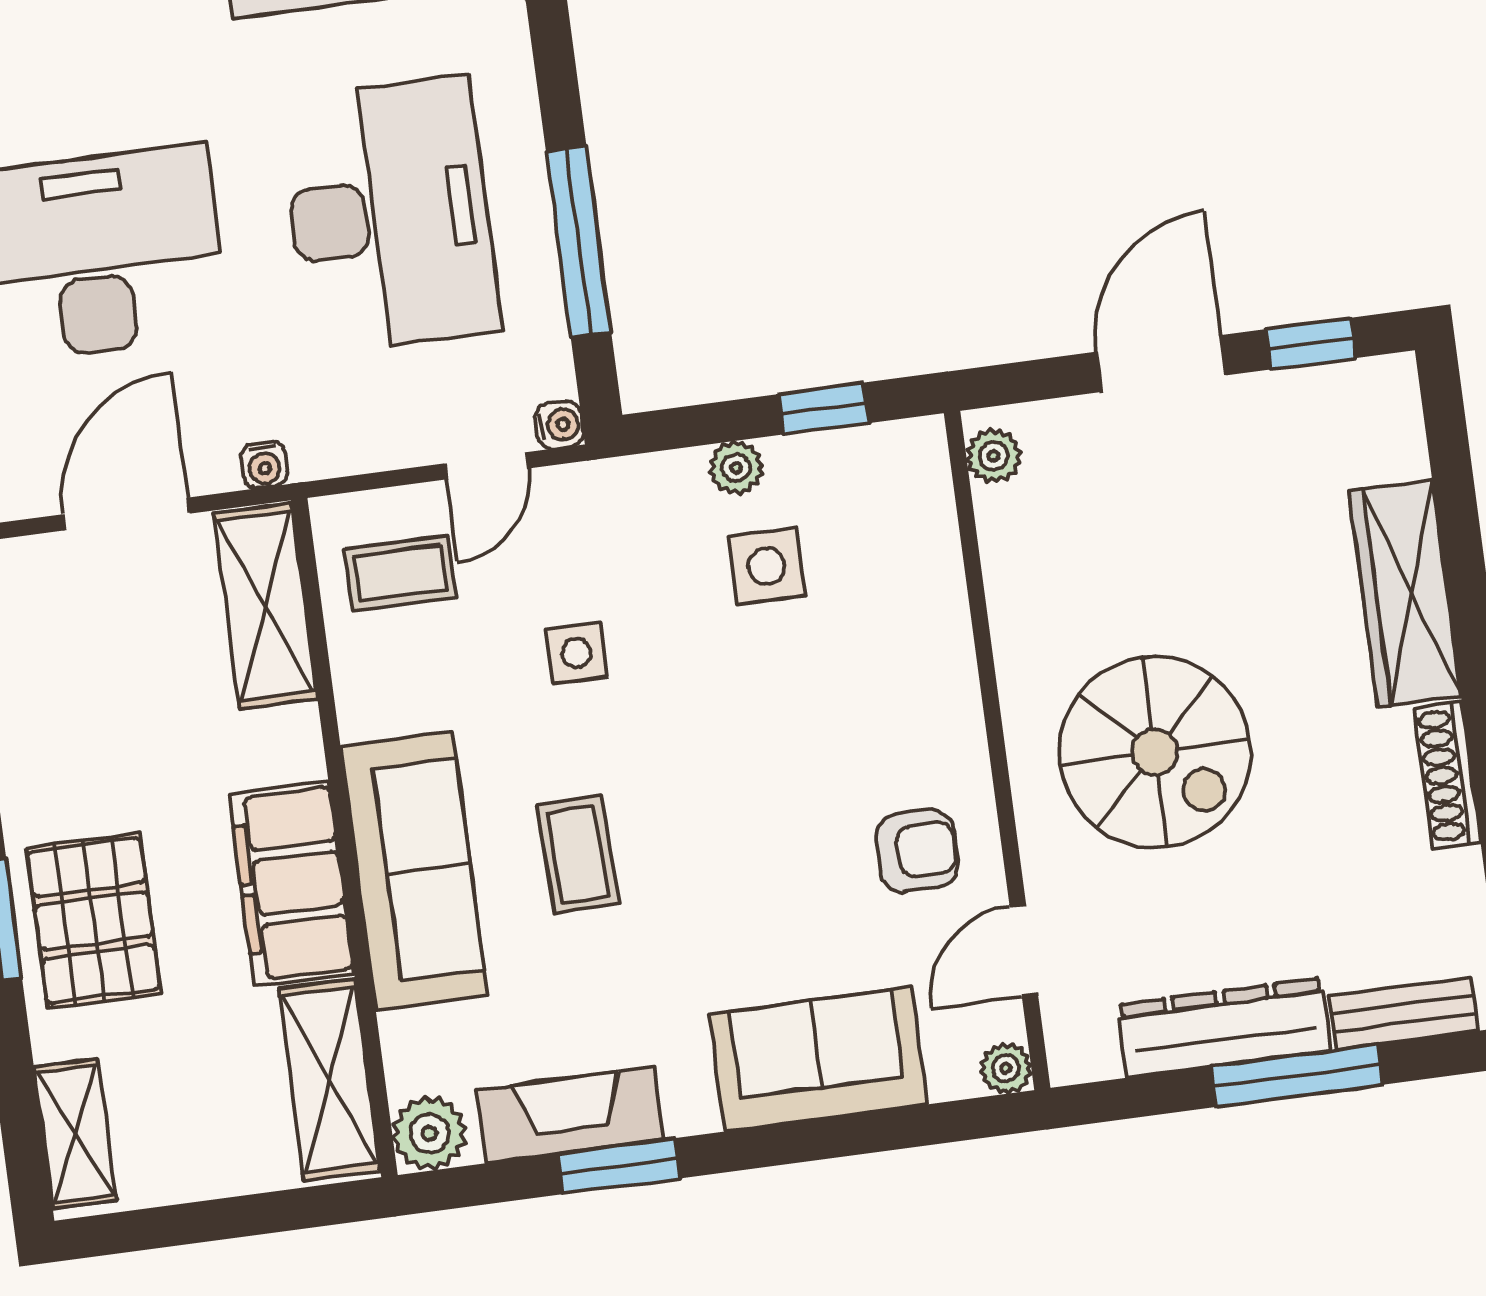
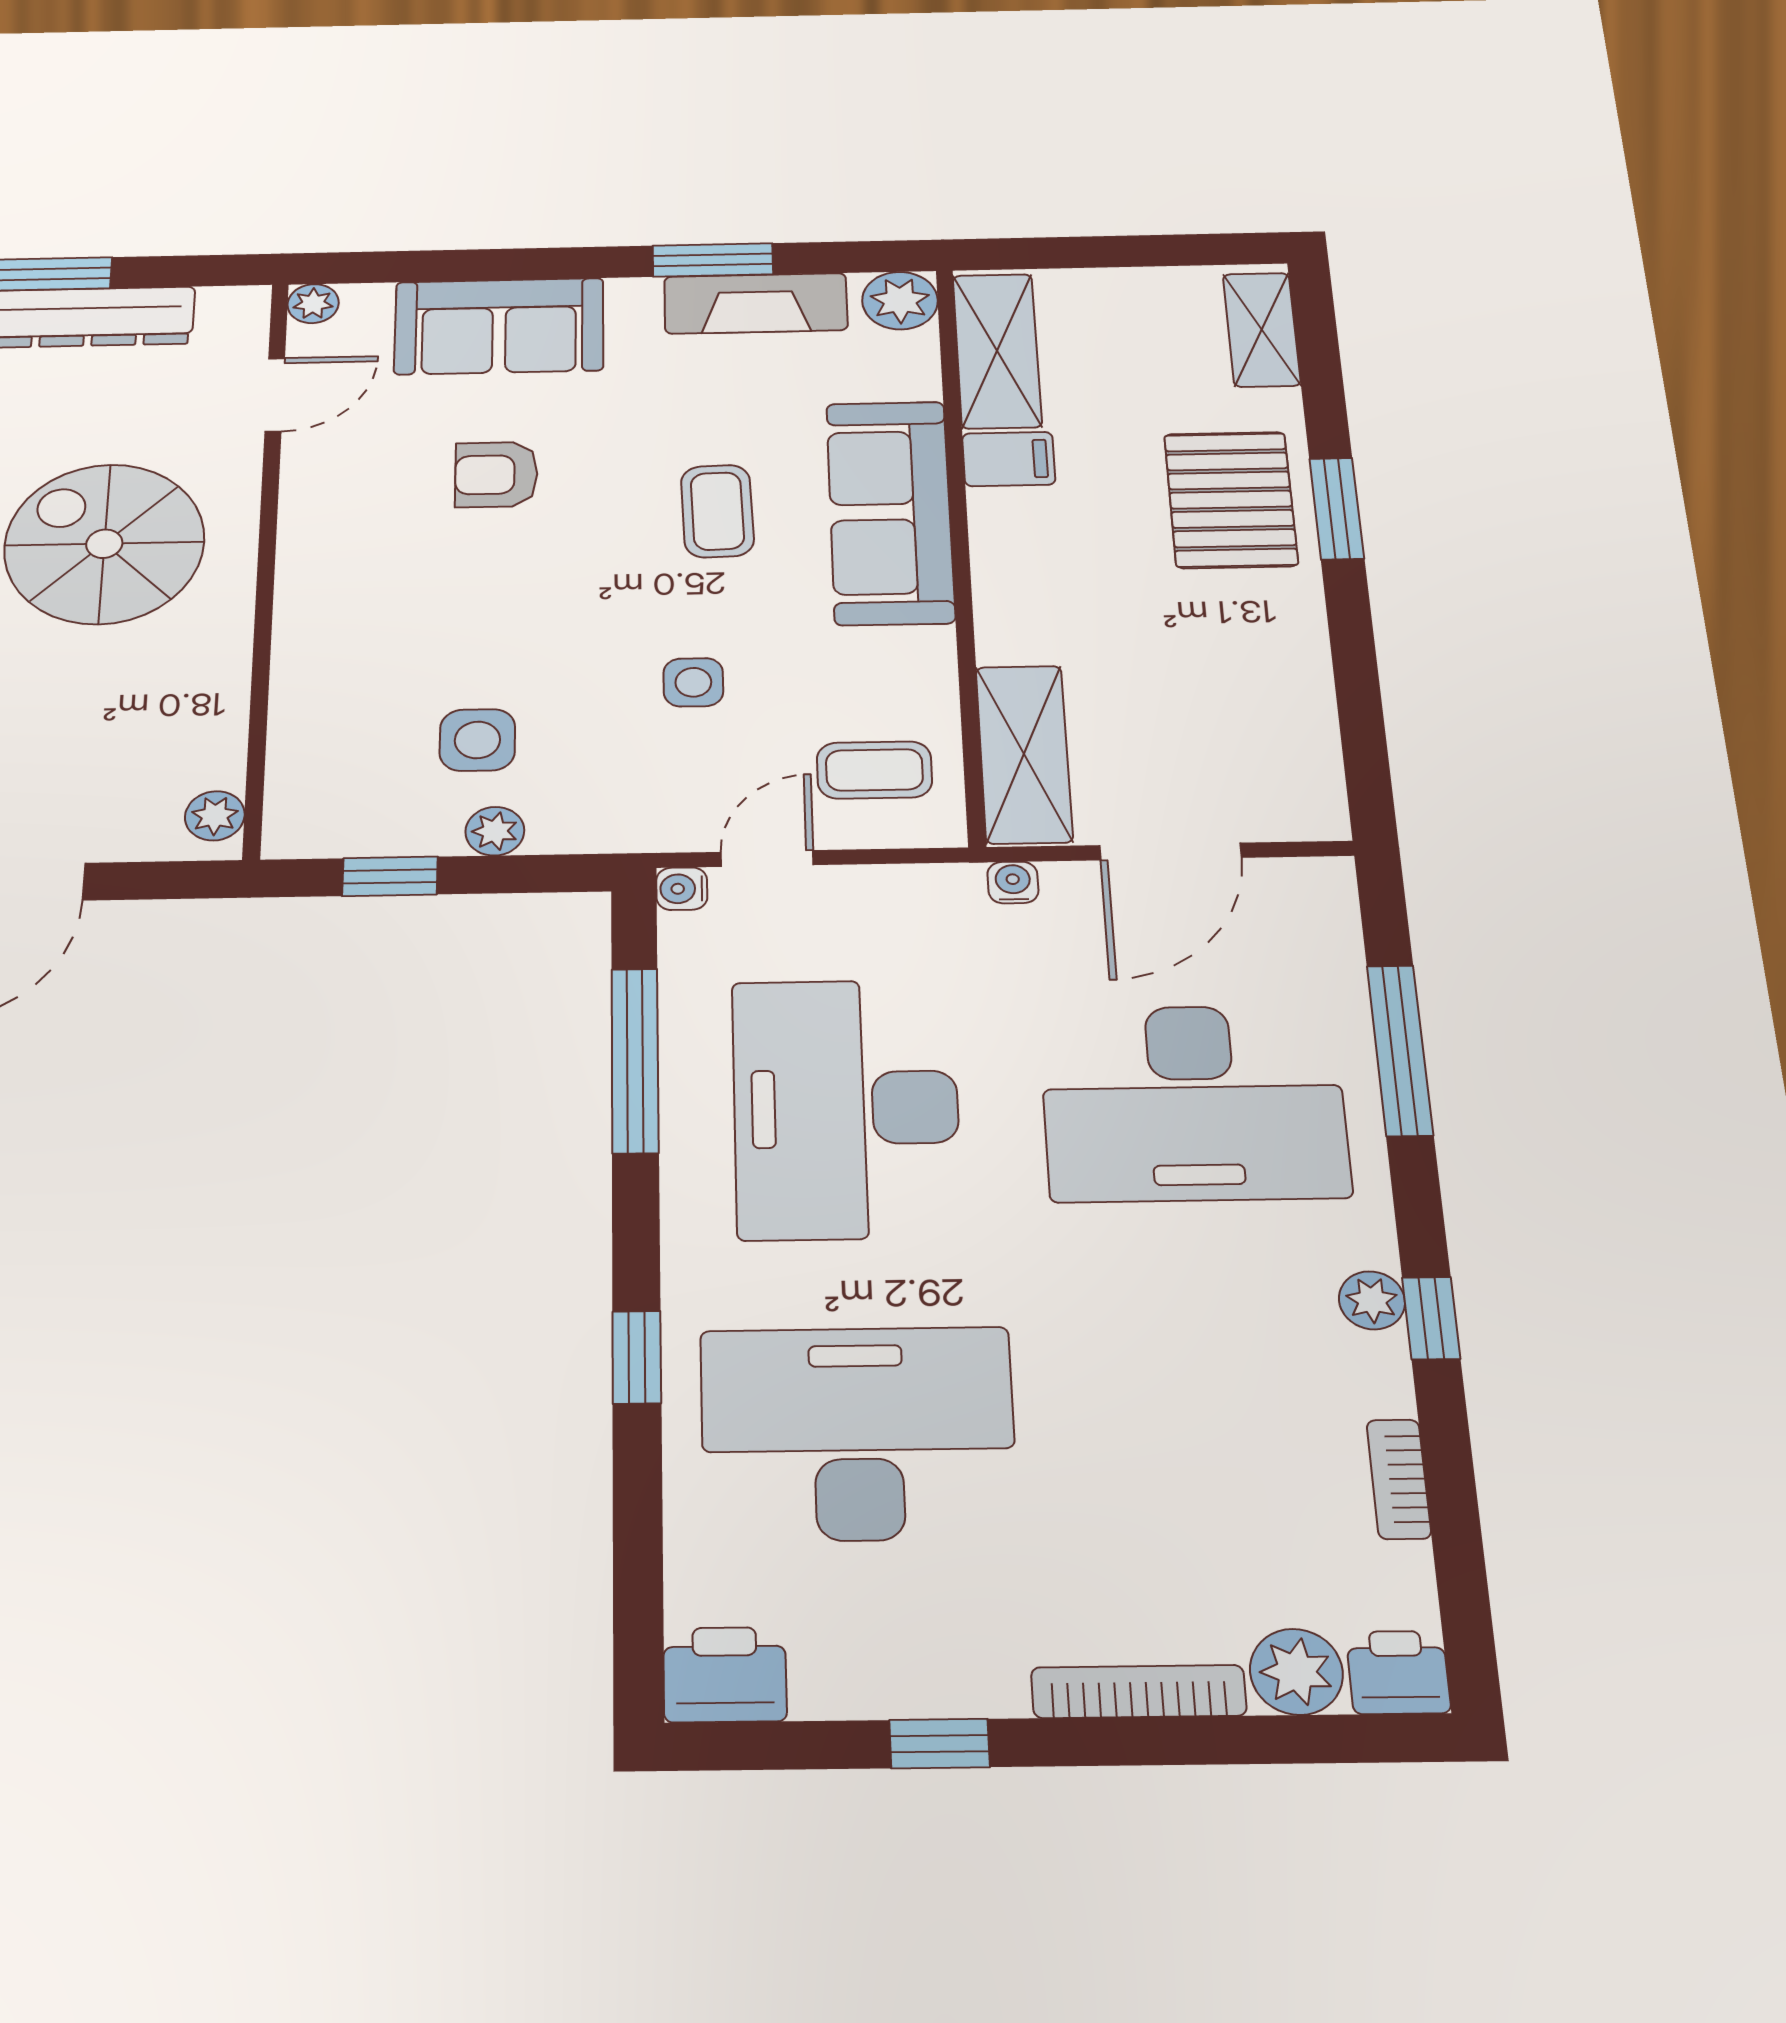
armchair: (917, 851) -> (496, 475), moved
filing cabinet: (292, 884) -> (1009, 459), width x0.33, depth x0.86

